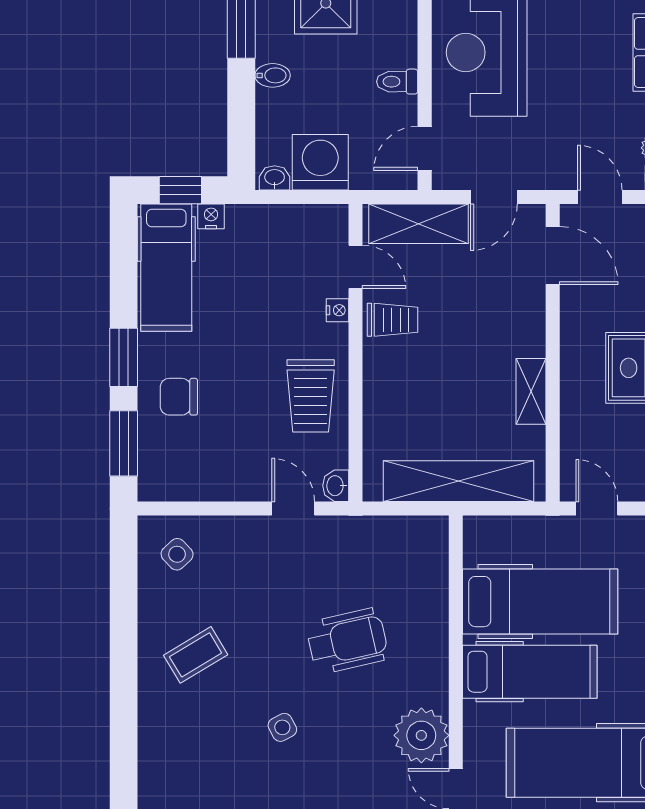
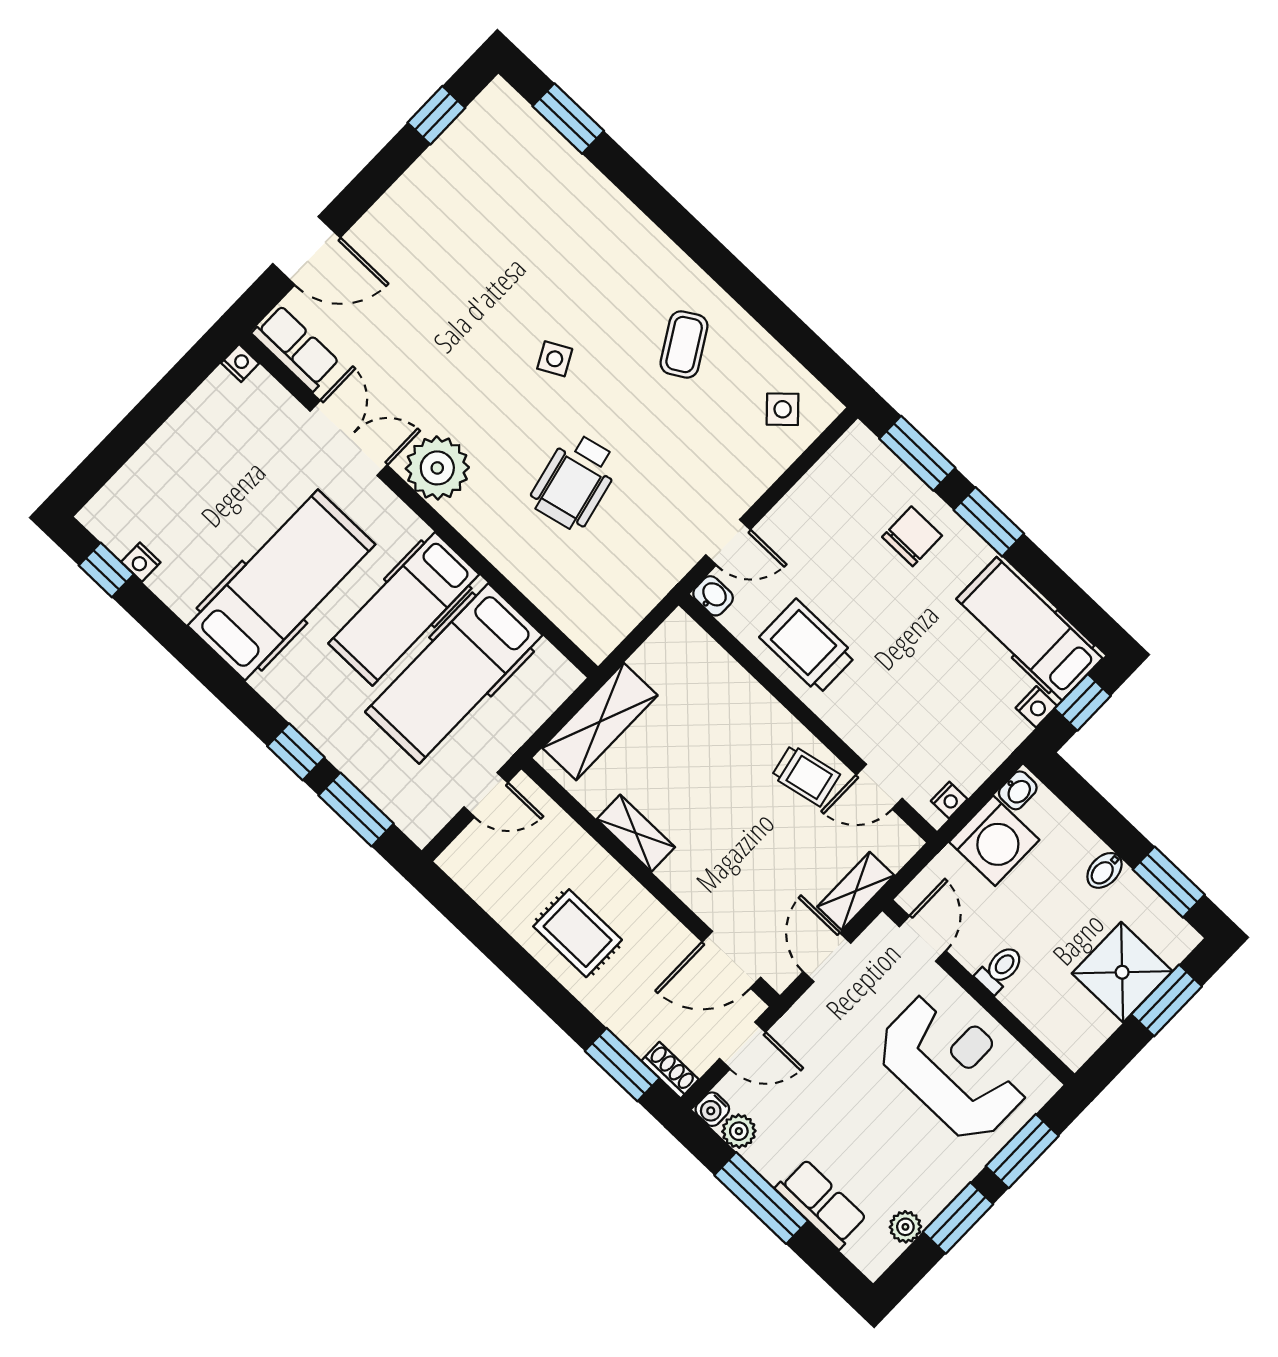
shelving: (418, 224) -> (856, 891), width x0.67, depth x0.75
nightstand: (338, 310) -> (949, 800), moved, turned -90
trolley: (393, 320) -> (806, 775), turned -102
shelving: (459, 481) -> (600, 722), width x0.68

